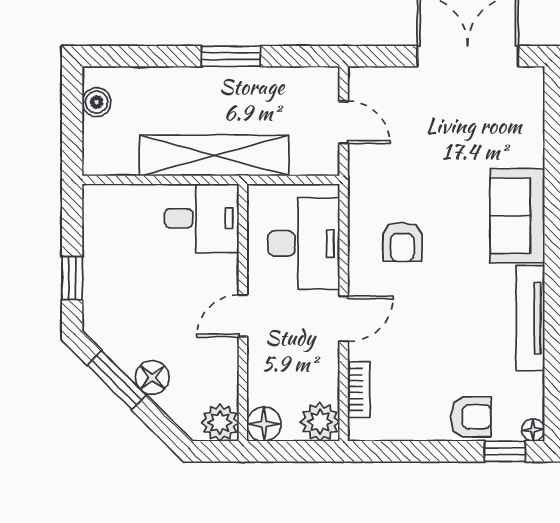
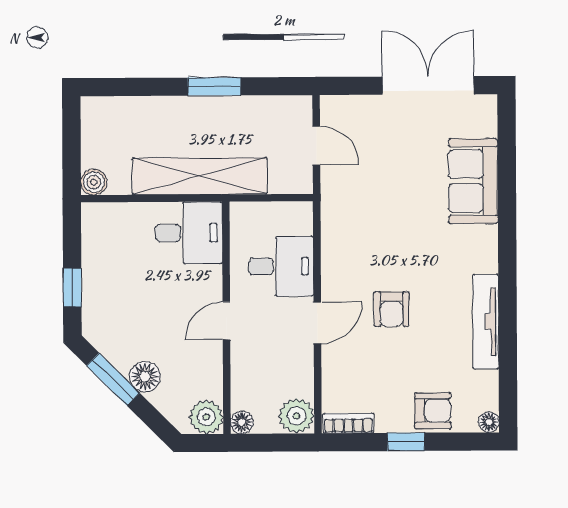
boiler: (97, 102) -> (94, 182), moved
sofa: (517, 216) -> (473, 181), moved
armchair: (402, 242) -> (392, 309), moved
desk: (304, 244) -> (281, 266), width x0.73
bookcase: (359, 390) -> (348, 423), moved, turned -90
floor lamp: (264, 424) -> (242, 422), width x0.73, depth x0.73
window: (505, 451) -> (406, 442), moved

